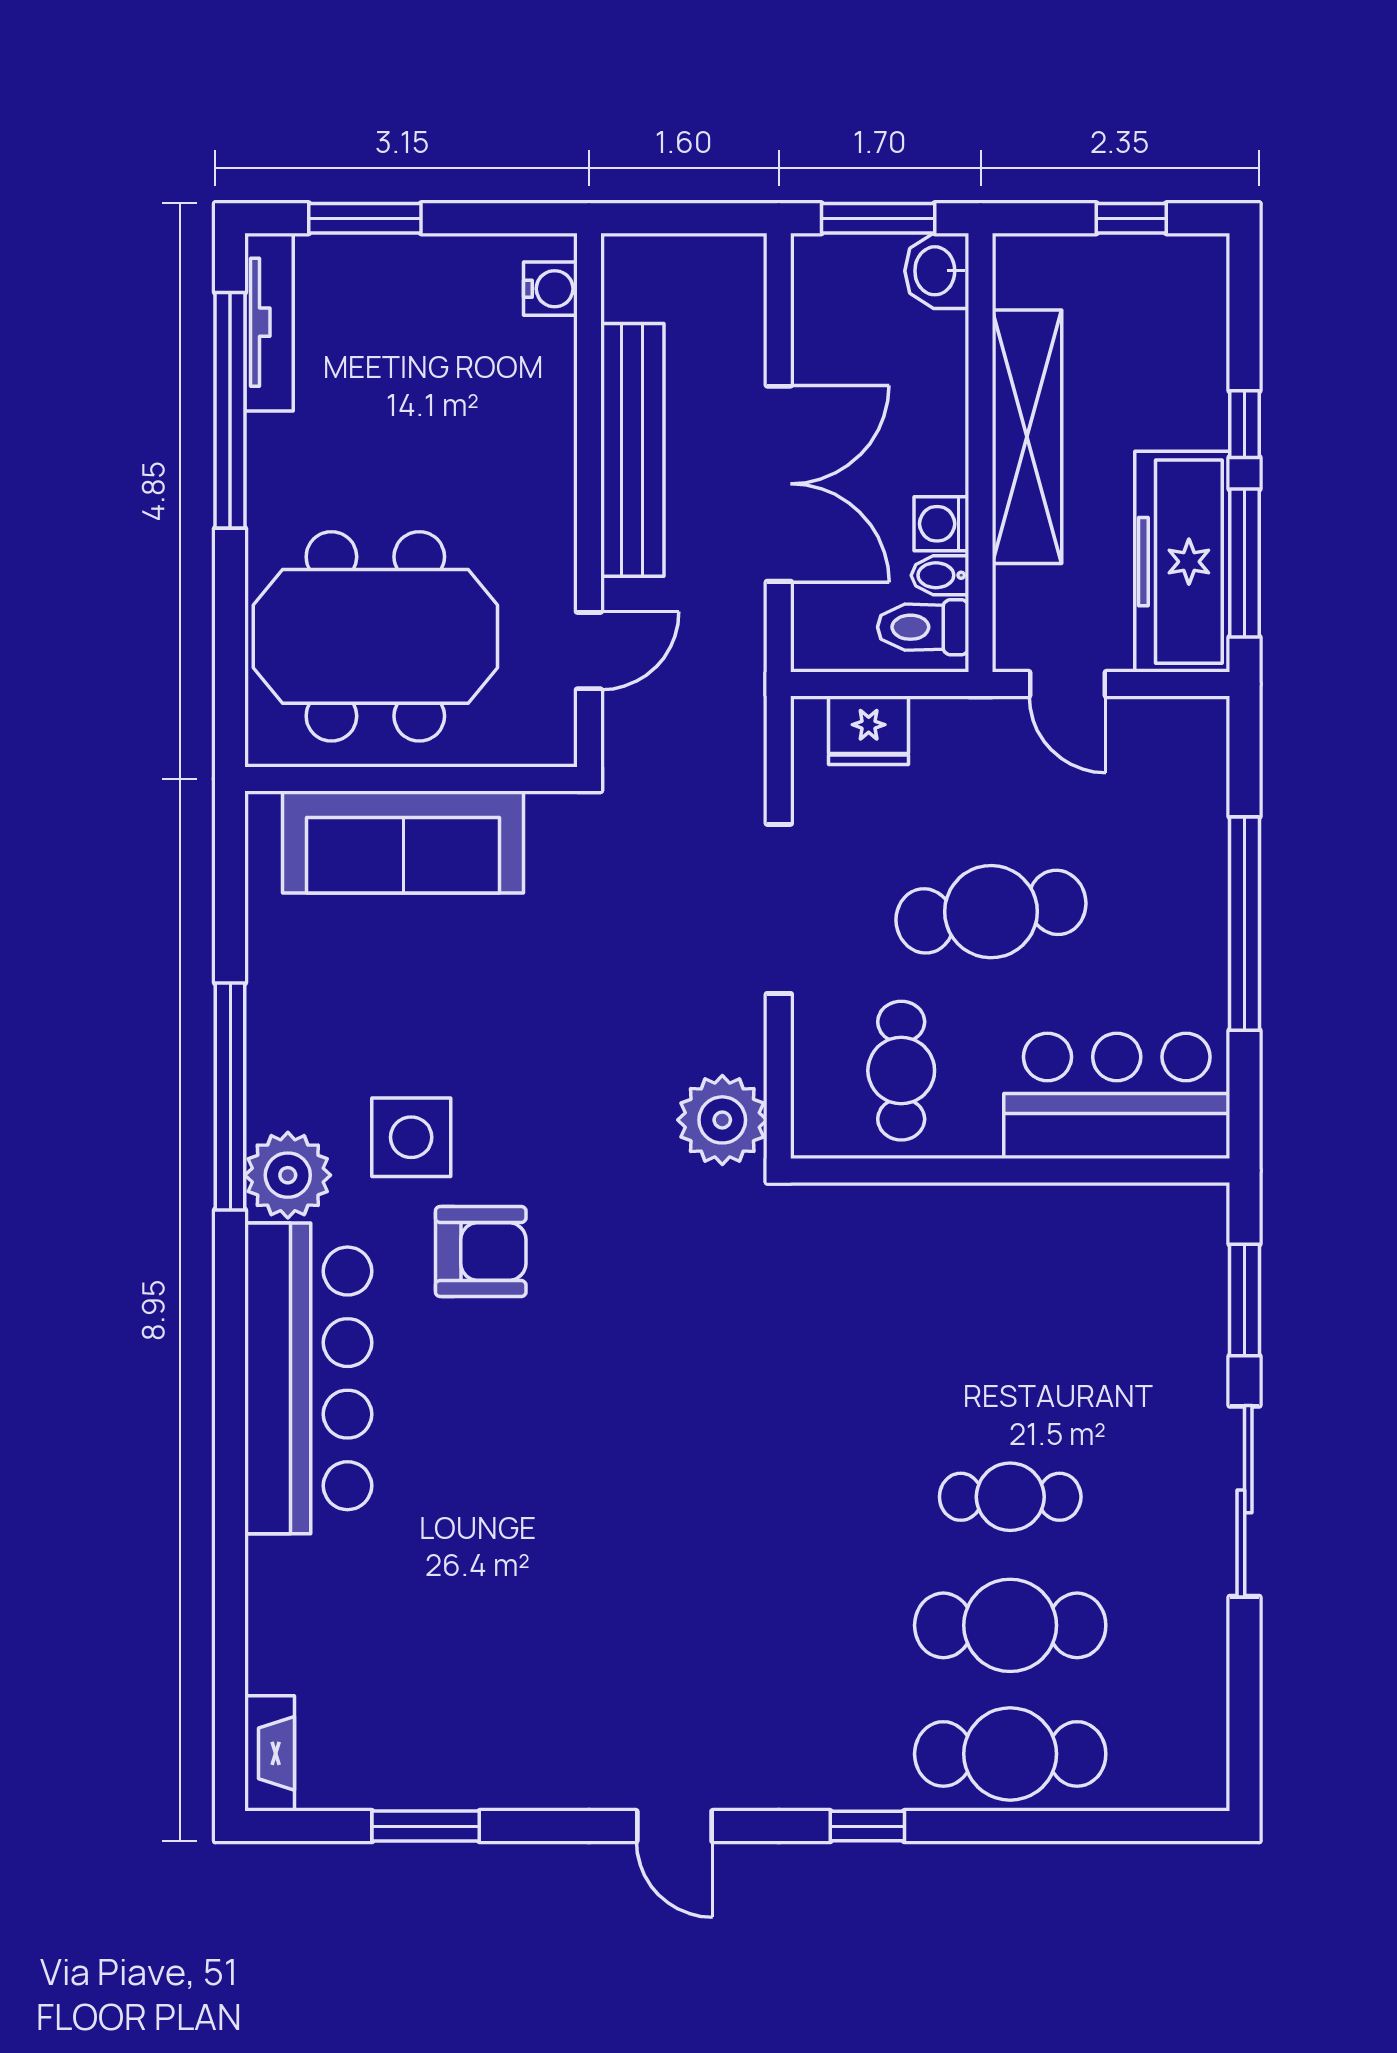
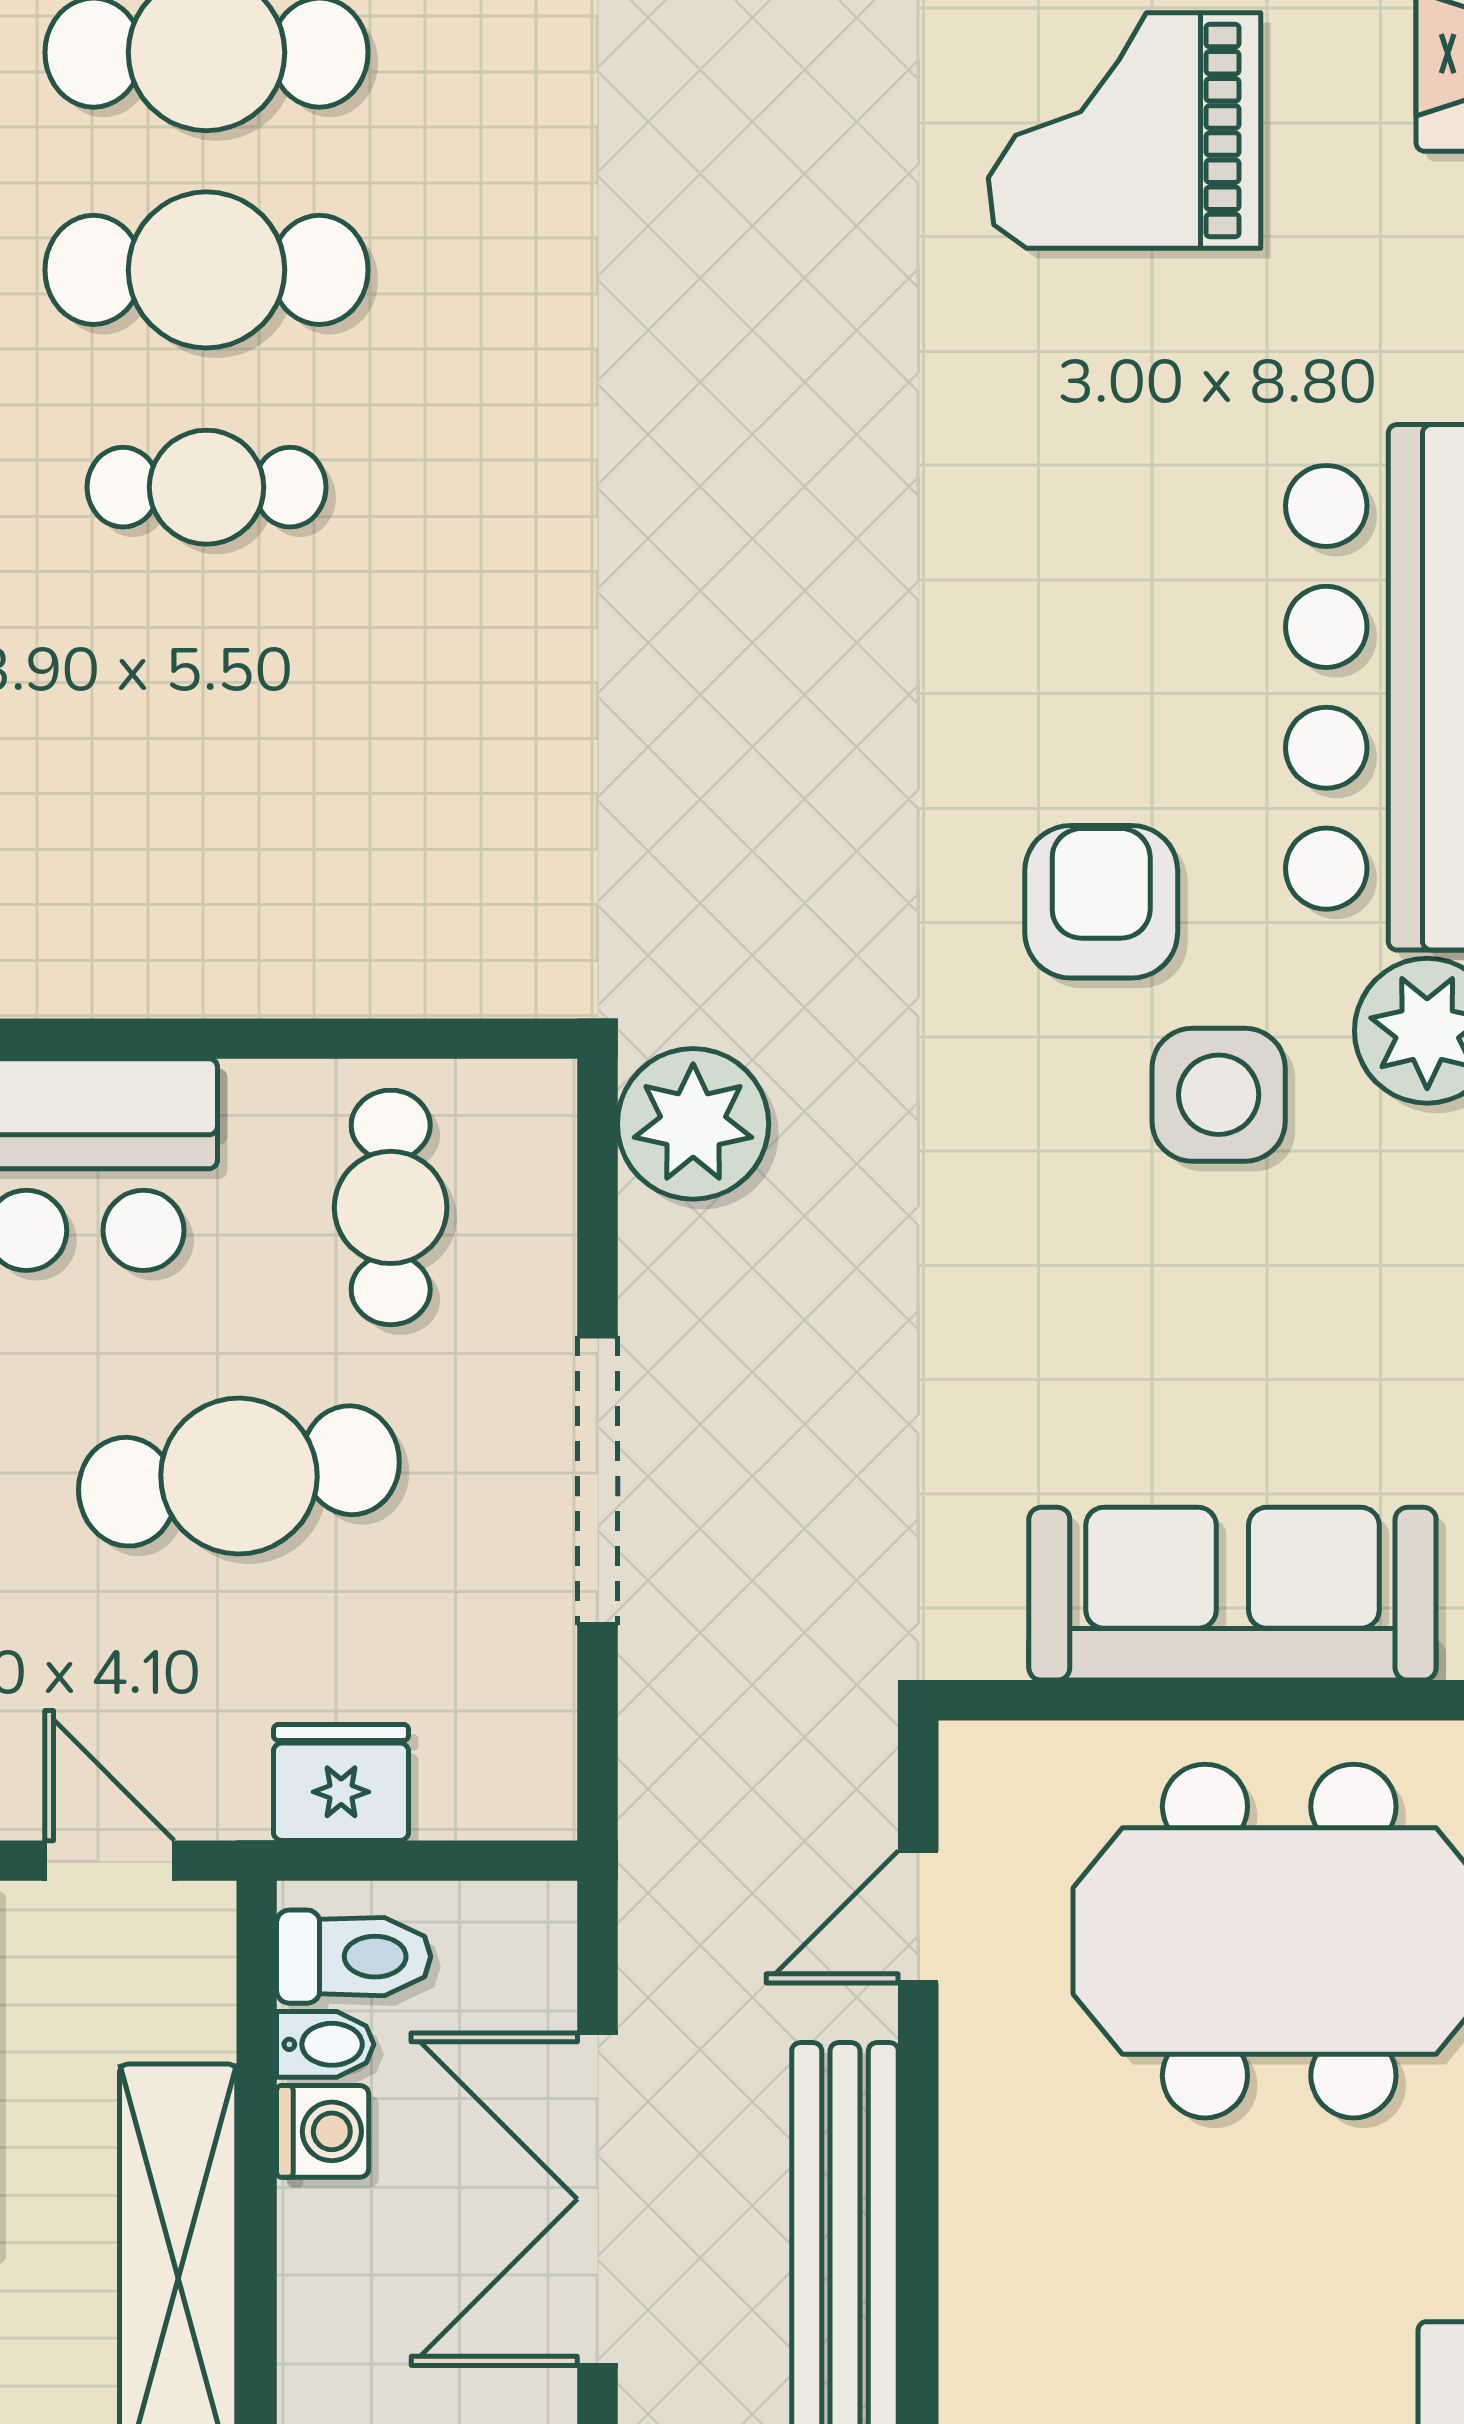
fridge: (869, 730) -> (341, 1782), moved
armchair: (481, 1251) -> (1101, 902), turned 90
grand piano: (467, 1708) -> (1125, 131), added

